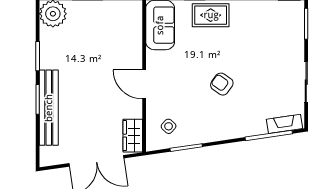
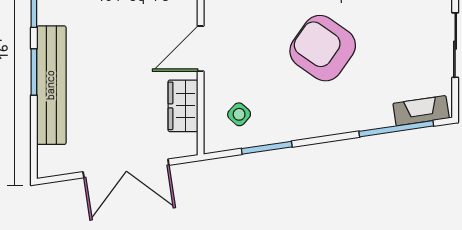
door: (144, 84) -> (201, 49), hinge flipped
armchair: (222, 84) -> (323, 48), width x1.88, depth x1.88
wardrobe: (133, 136) -> (183, 106), moved

